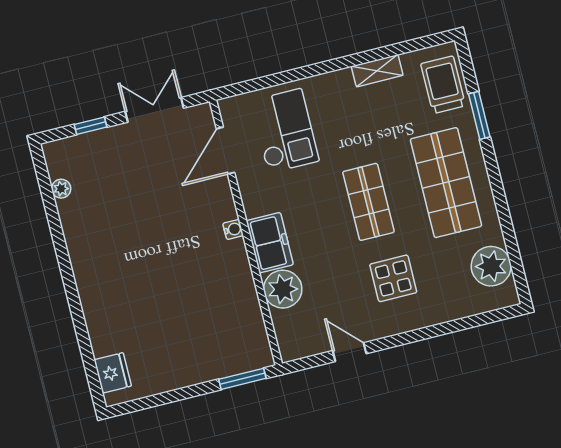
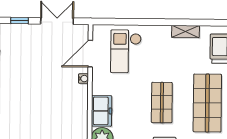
checkout: (285, 131) -> (126, 51), turned 180
water cooler: (233, 229) -> (83, 79), moved

